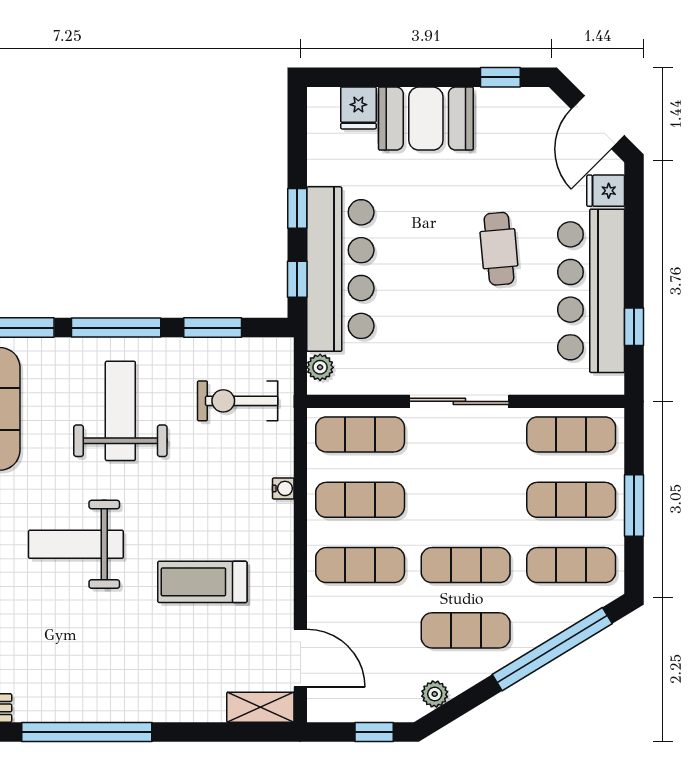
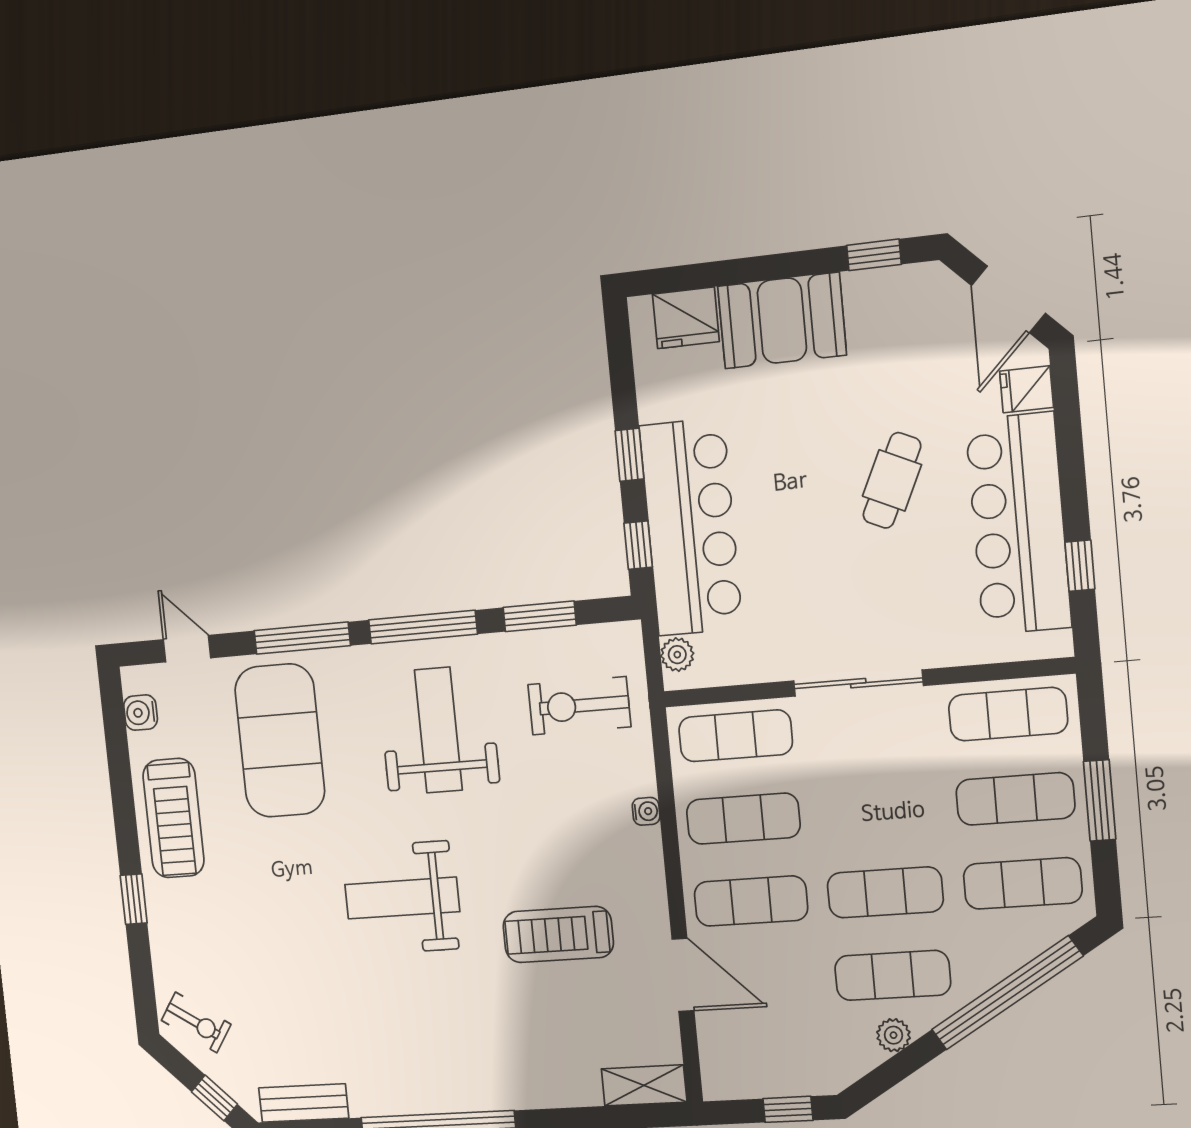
fridge: (358, 108) -> (686, 318), width x1.38
cafe table: (499, 249) -> (892, 480), turned 30
door: (300, 658) -> (683, 975), moved
plant: (435, 694) -> (893, 1035), moved

